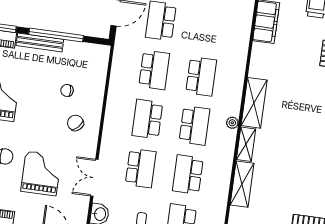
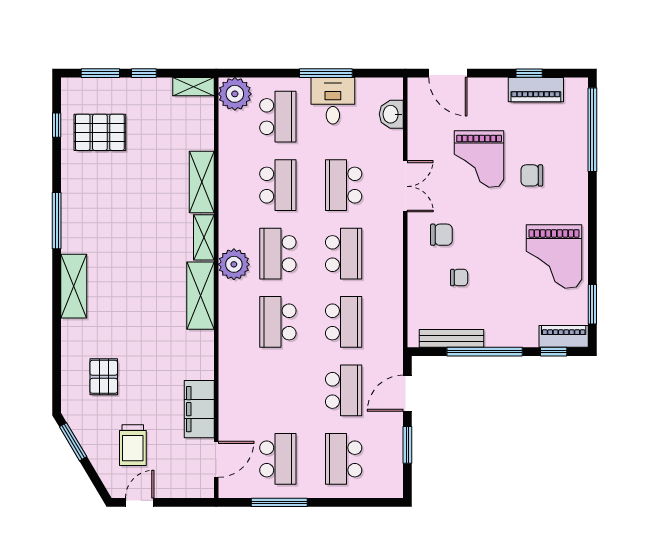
bench: (40, 42) -> (451, 338), moved
school desk: (154, 70) -> (344, 322), turned 180
chair: (75, 123) -> (441, 235), turned -44
plant: (232, 123) -> (234, 264), width x1.87, depth x1.87
double door: (94, 178) -> (405, 186), moved

